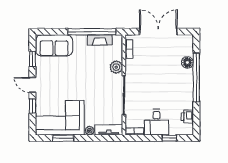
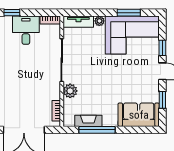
window: (92, 32) -> (97, 130), width x0.68

